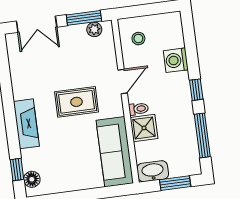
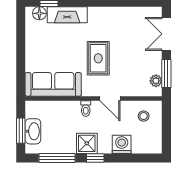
fireplace: (26, 124) -> (67, 15), moved
shower: (144, 128) -> (87, 143), moved
washbasin: (153, 171) -> (33, 131), moved

